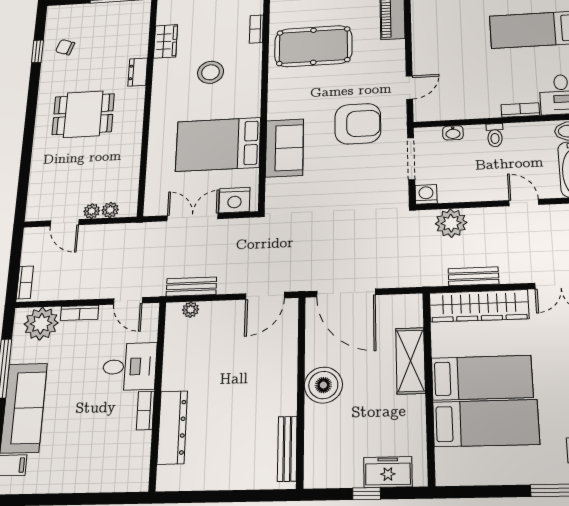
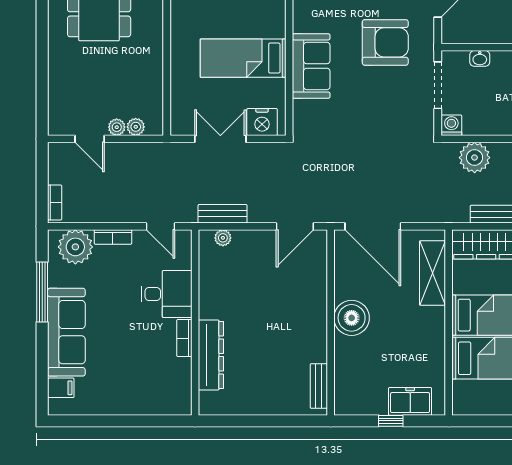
bed: (218, 144) -> (243, 58), width x0.67
shelving: (410, 361) -> (433, 273), moved
bench: (287, 449) -> (319, 386), width x0.73

